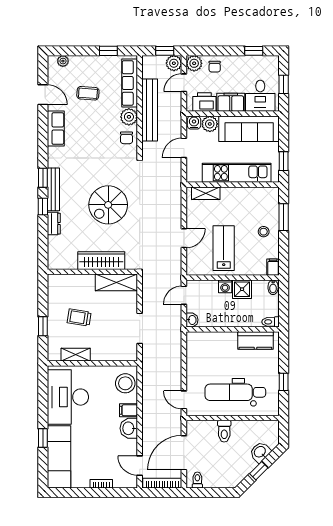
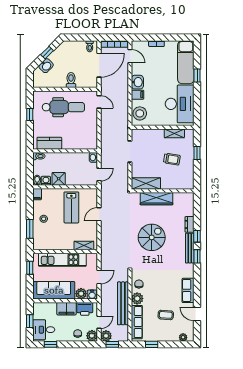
desk: (260, 96) -> (44, 330), moved, turned -90
washing machine: (225, 286) -> (46, 181), moved

